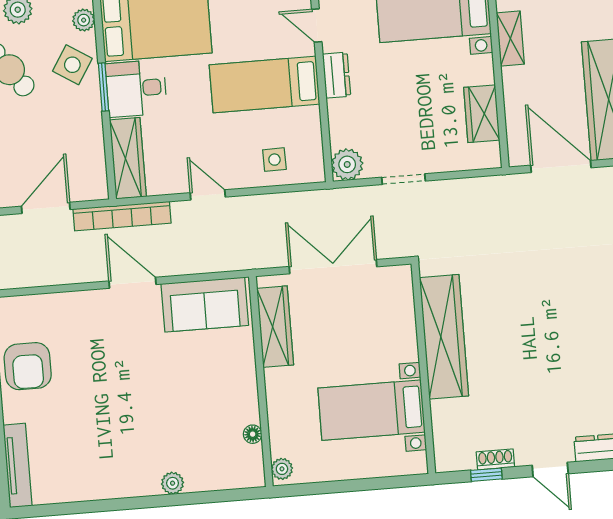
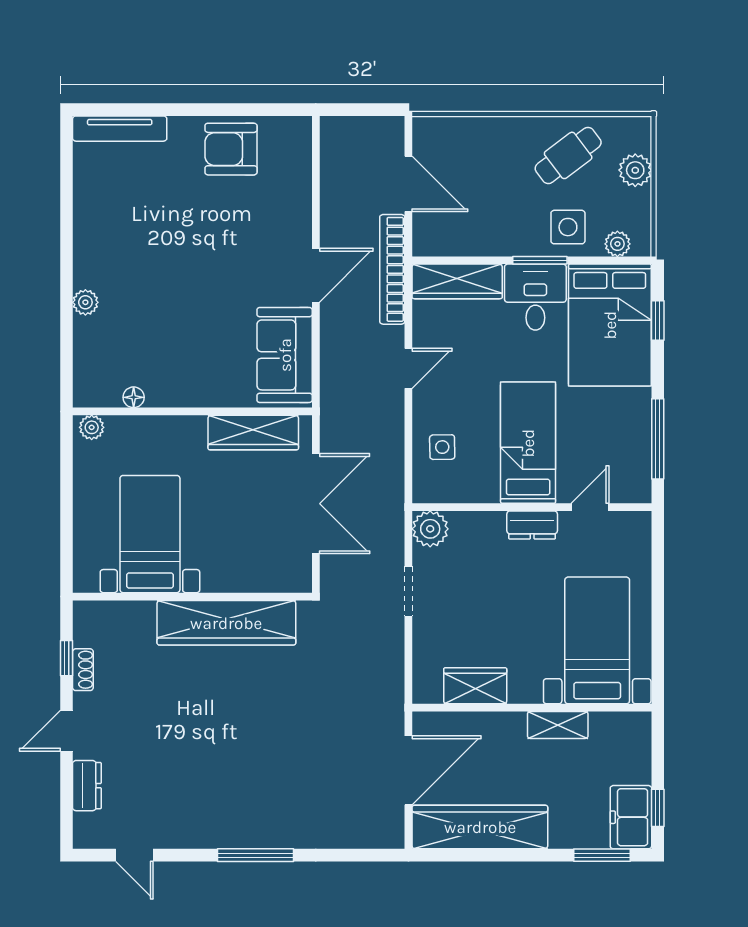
side table: (72, 65) -> (568, 227), turned -32

